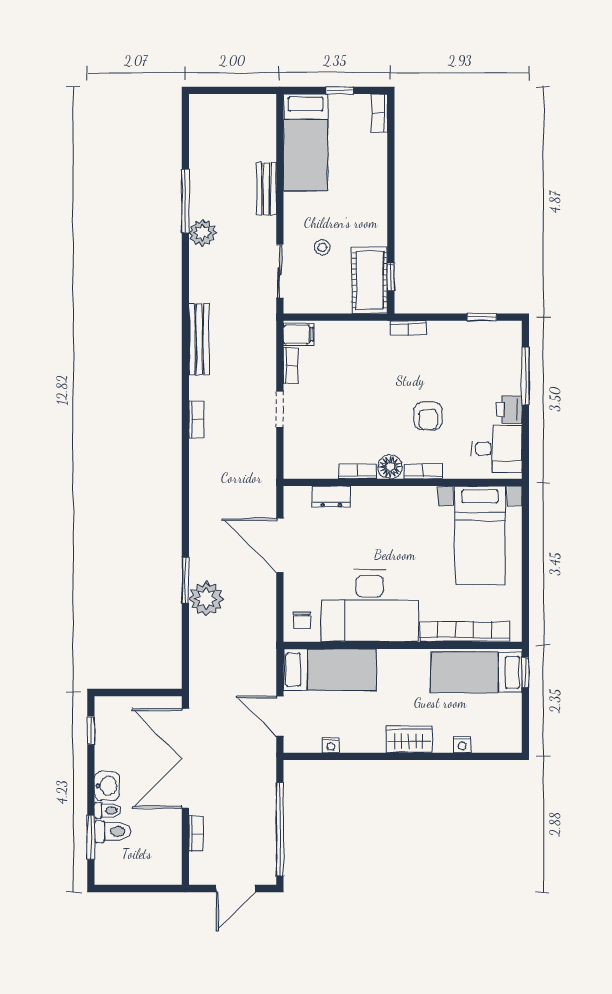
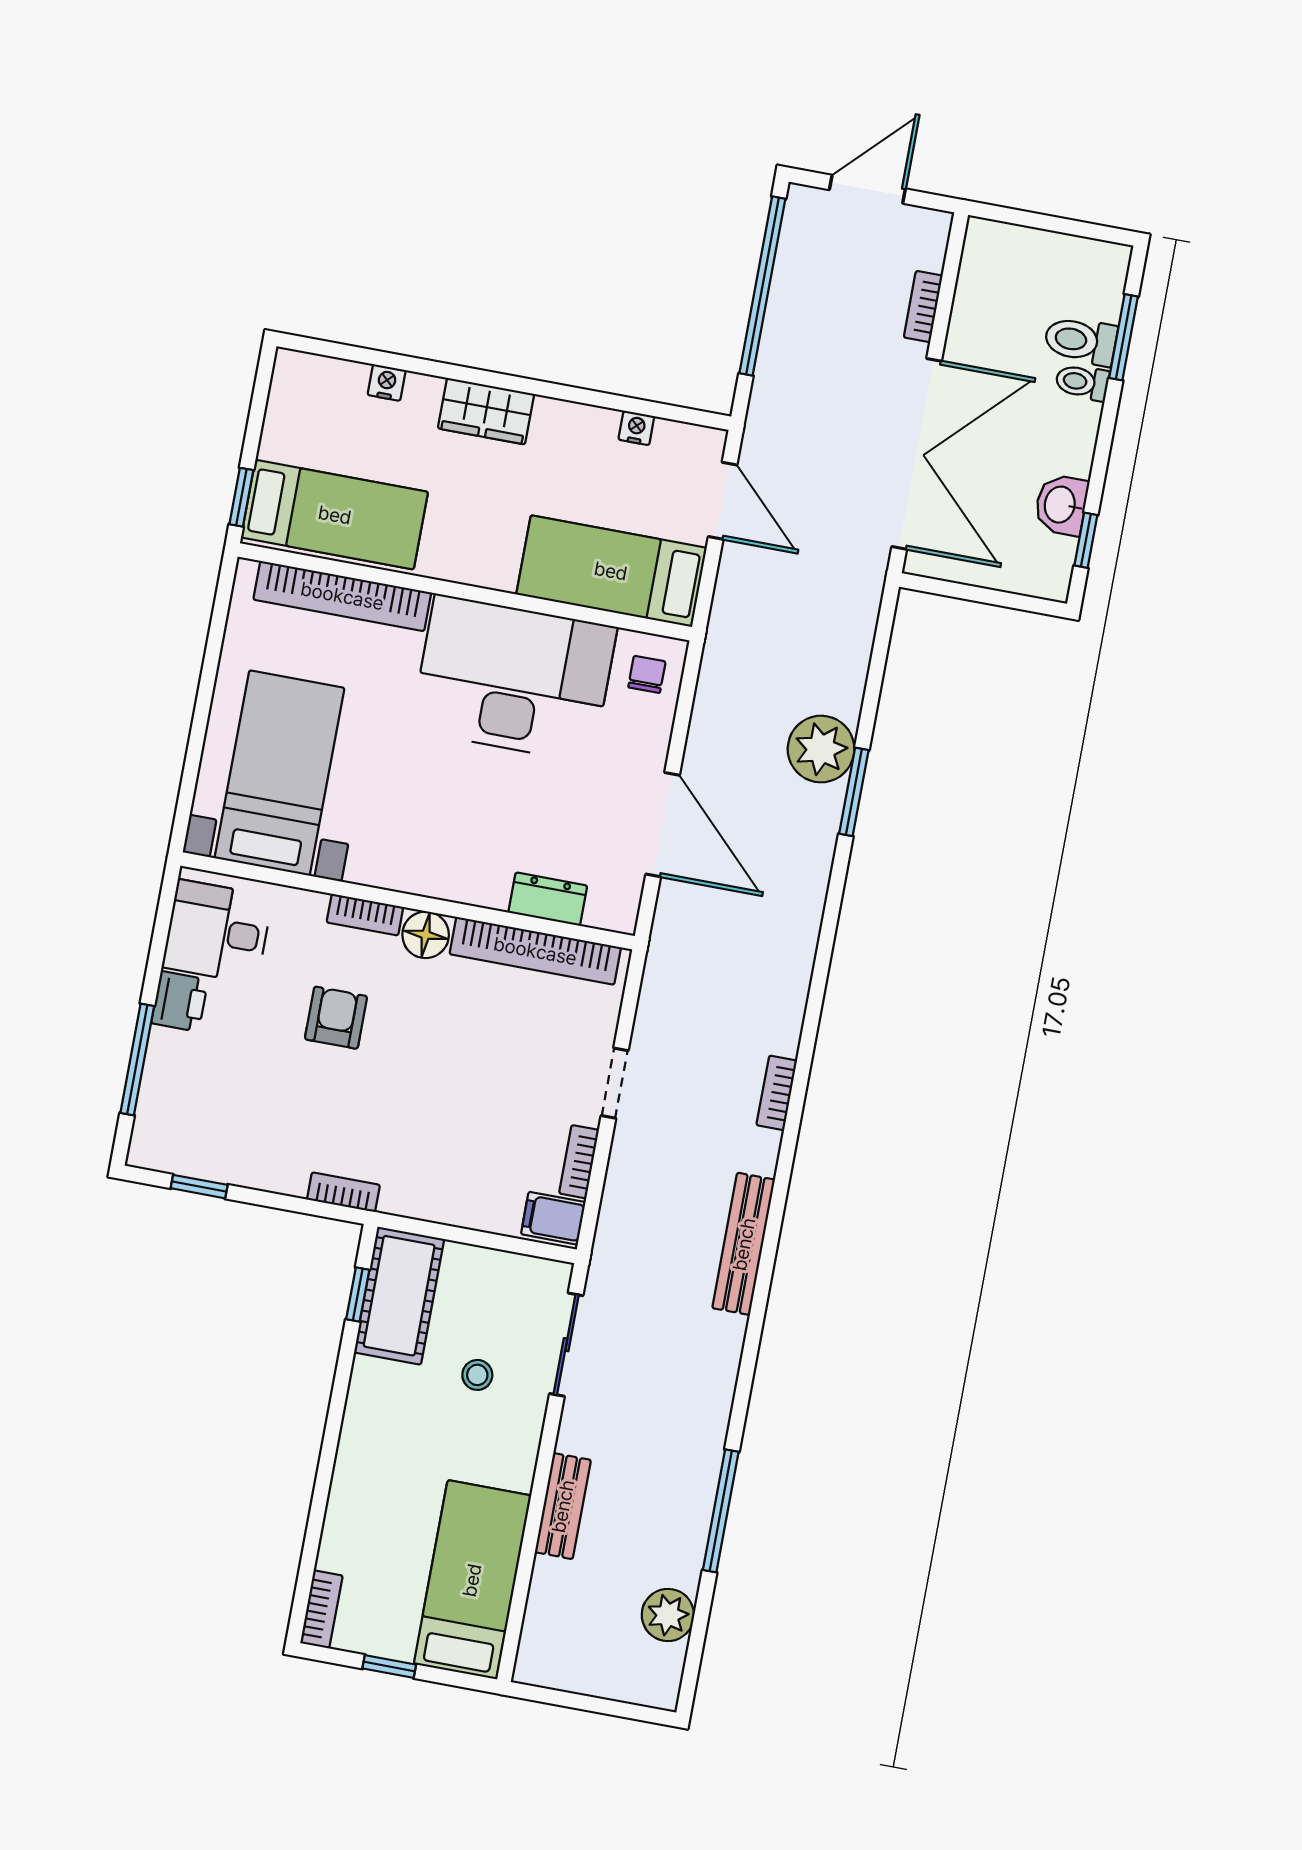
plant: (202, 233) -> (668, 1615), moved
bookcase: (358, 471) -> (535, 951), width x2.31, depth x1.31
washbasin: (107, 786) -> (1061, 505), moved

